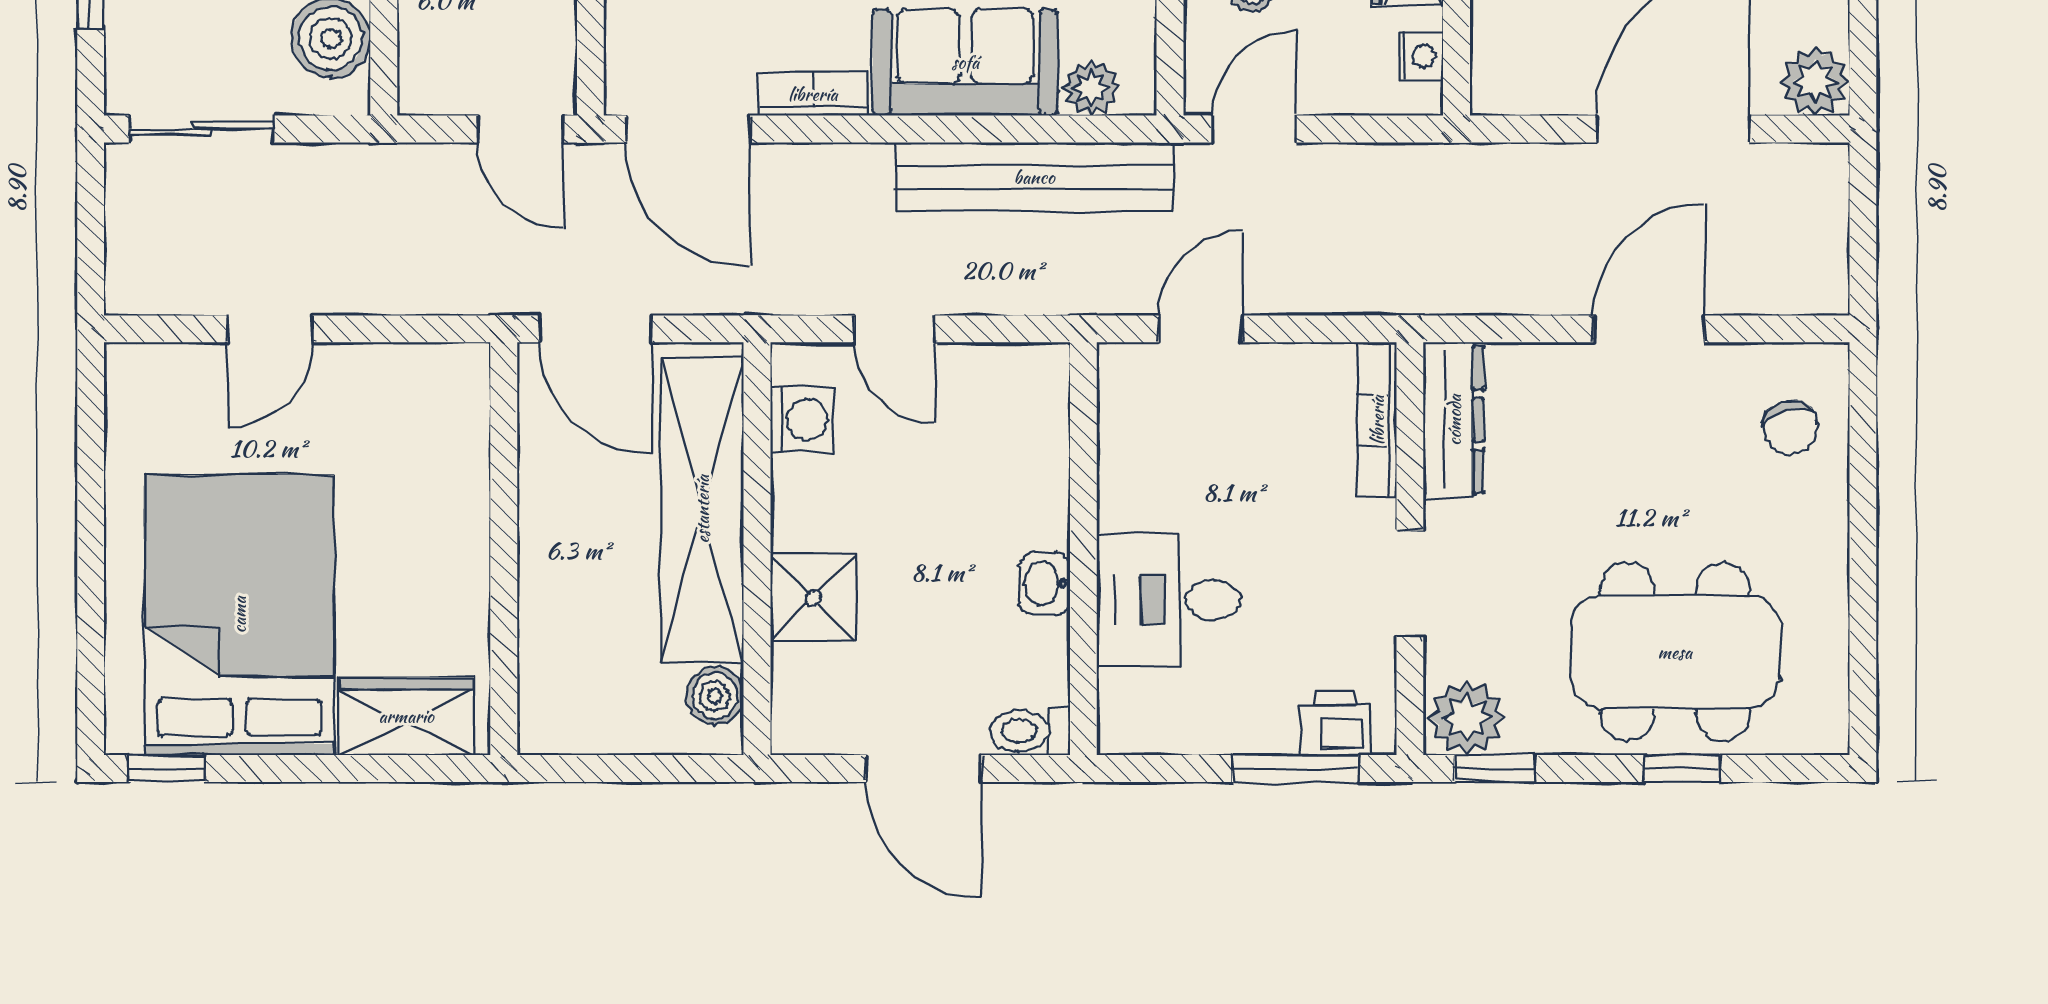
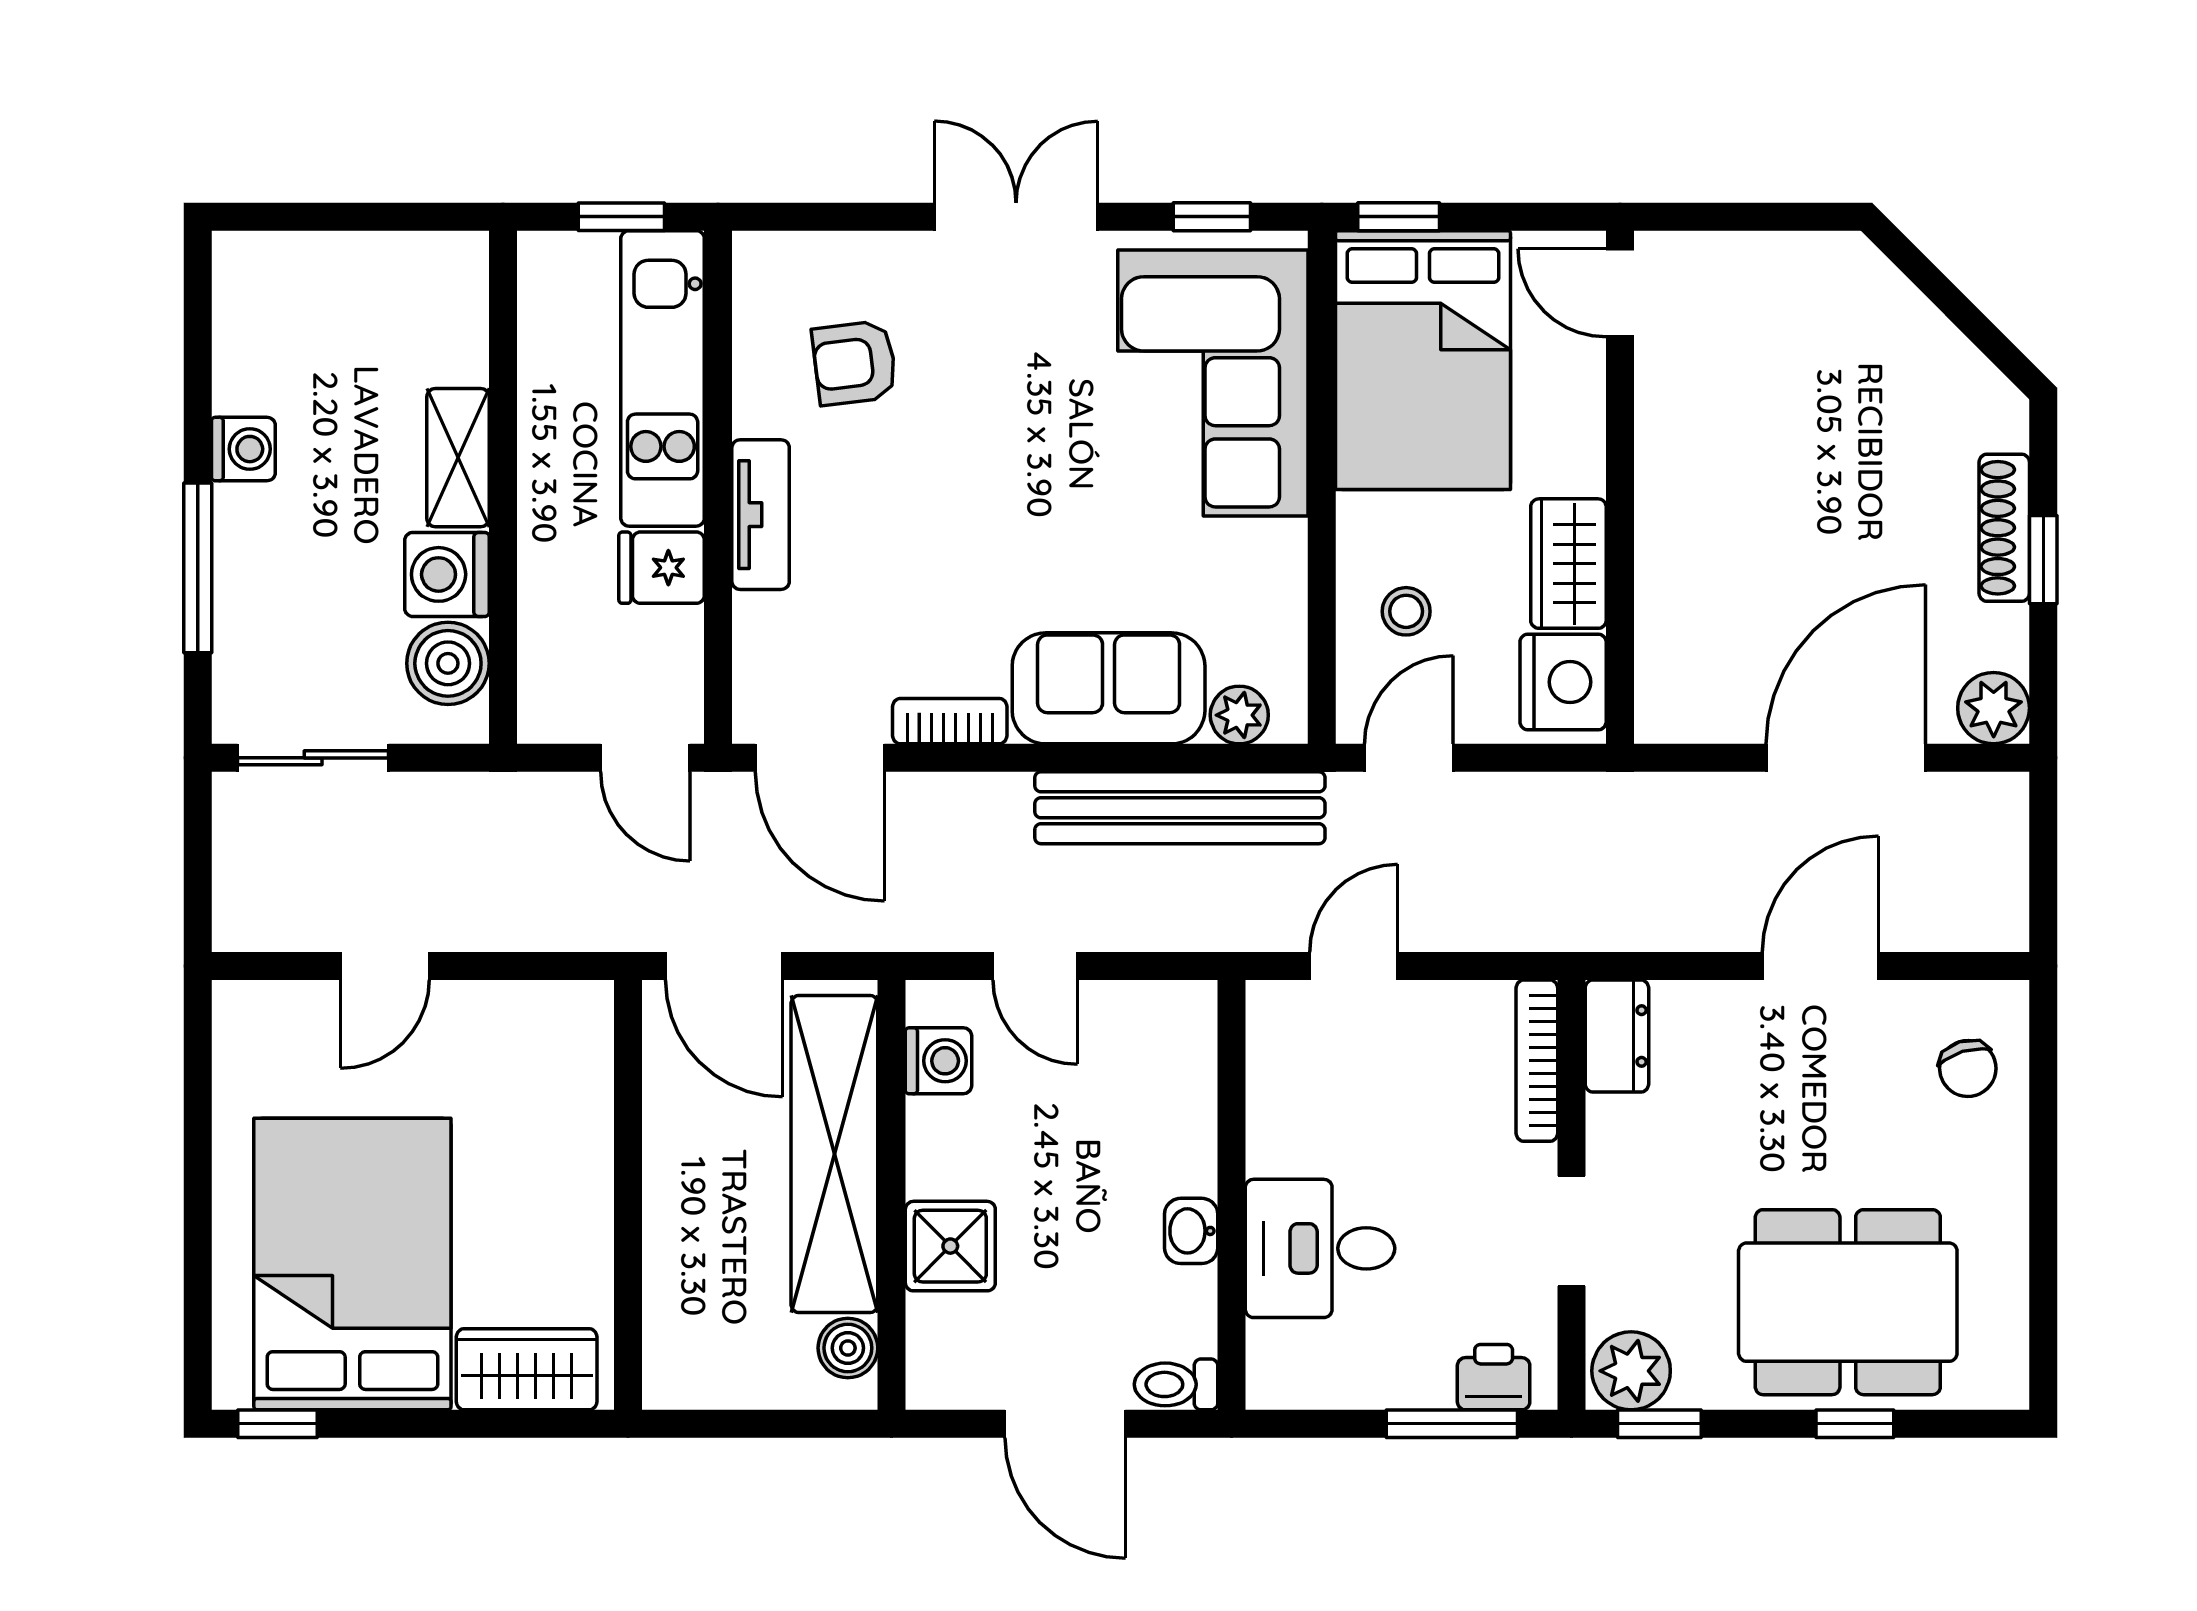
nightstand: (1420, 56) -> (1563, 682), width x1.89, depth x1.79
dresser: (1454, 420) -> (1617, 1036), width x0.70

